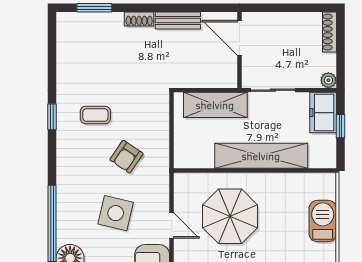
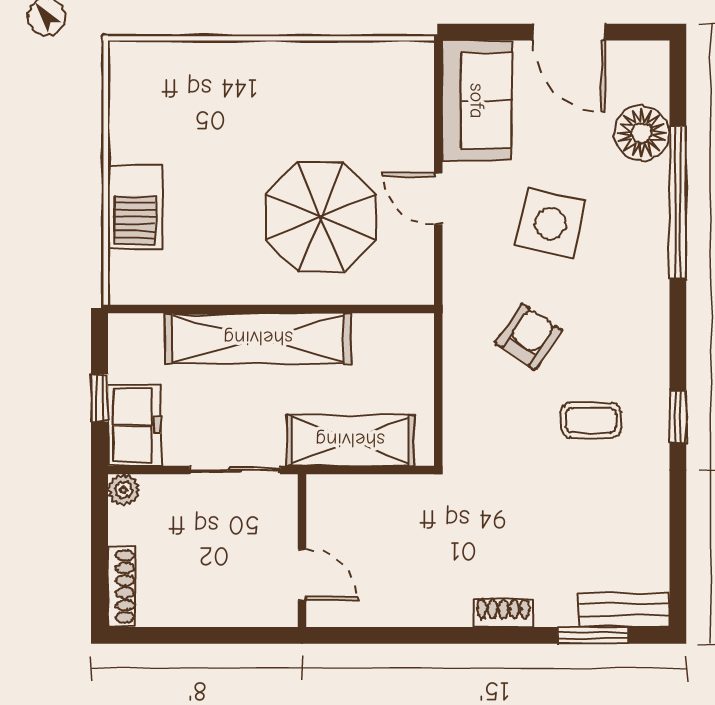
bench: (178, 20) -> (624, 610), moved
door: (239, 38) -> (302, 575), width x0.73

